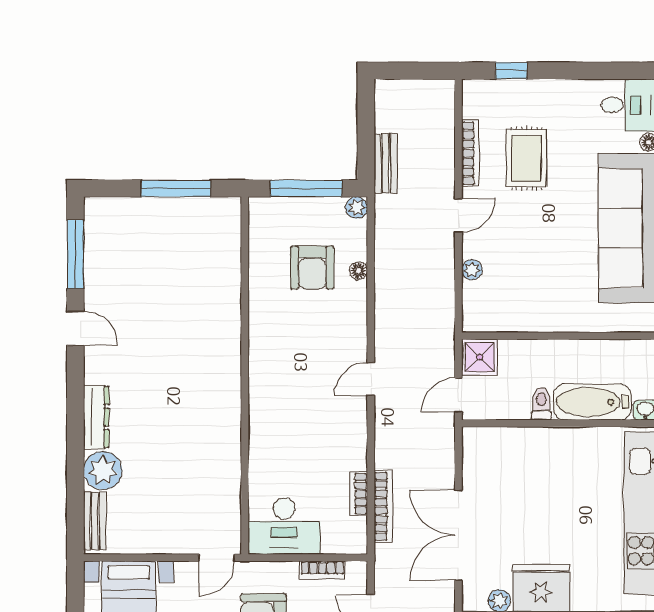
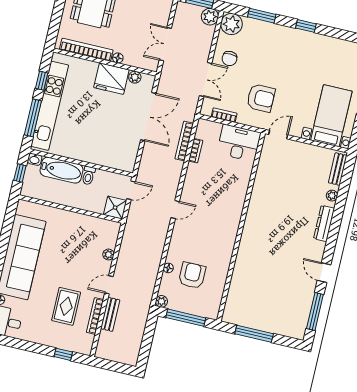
bench: (386, 164) -> (110, 314), moved
plant: (103, 470) -> (332, 196), width x0.53, depth x0.53

